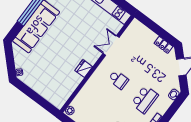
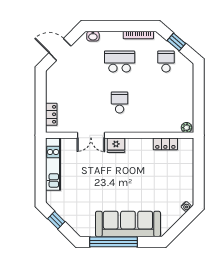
locker: (163, 45) -> (51, 114), moved
fridge: (84, 69) -> (116, 145), moved
locker: (70, 89) -> (165, 144), added

